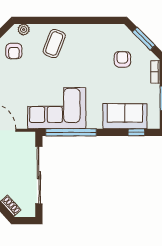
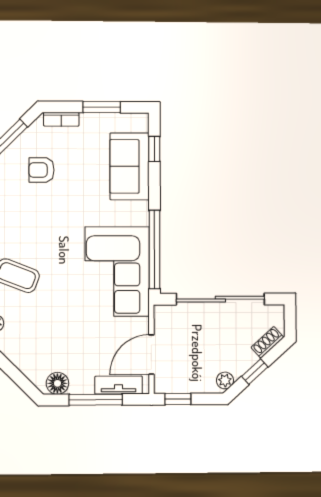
armchair: (14, 51) -> (28, 338), removed

